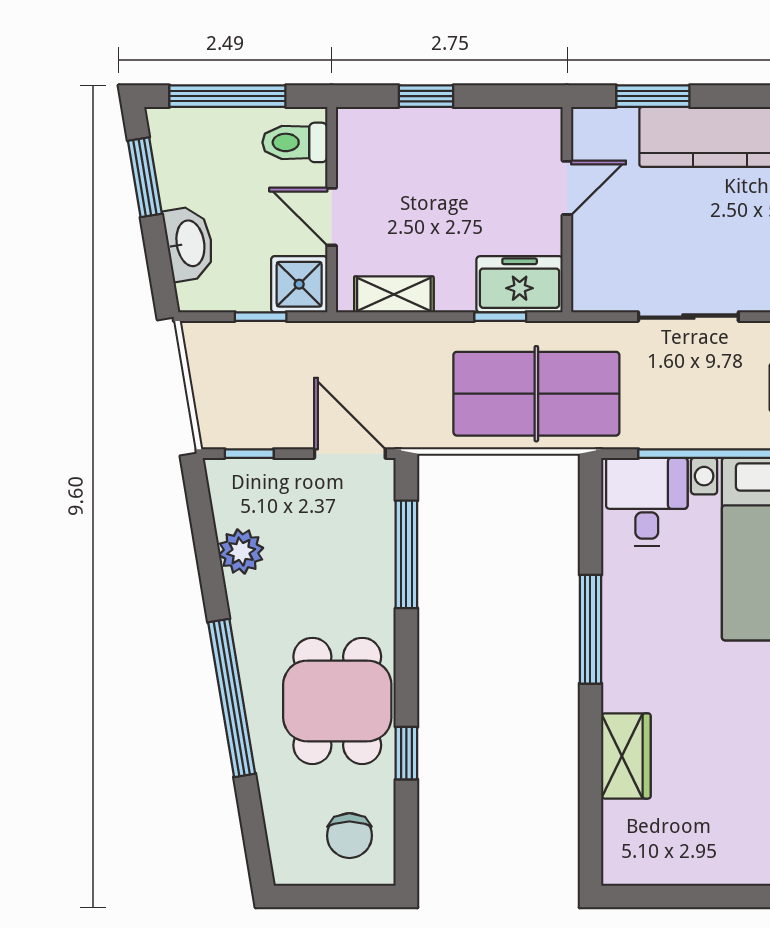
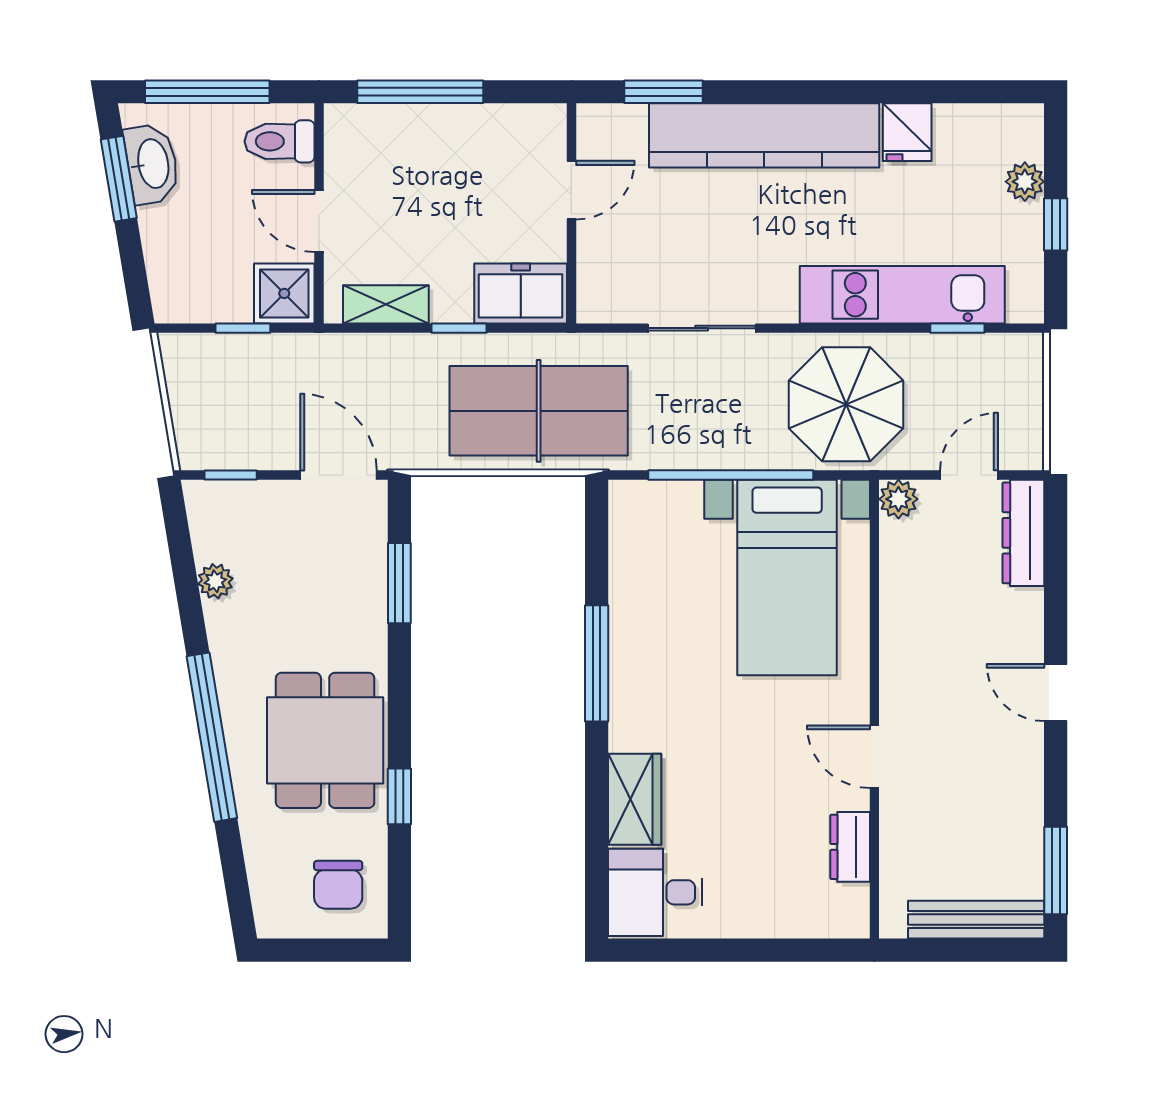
window: (426, 96) -> (420, 92), width x2.17
washbasin: (189, 244) -> (152, 164), moved
window: (500, 317) -> (459, 328), moved
desk: (647, 502) -> (655, 892), moved, turned -90
plant: (241, 552) -> (215, 581), width x0.73, depth x0.73
window: (406, 554) -> (399, 583), width x0.69

